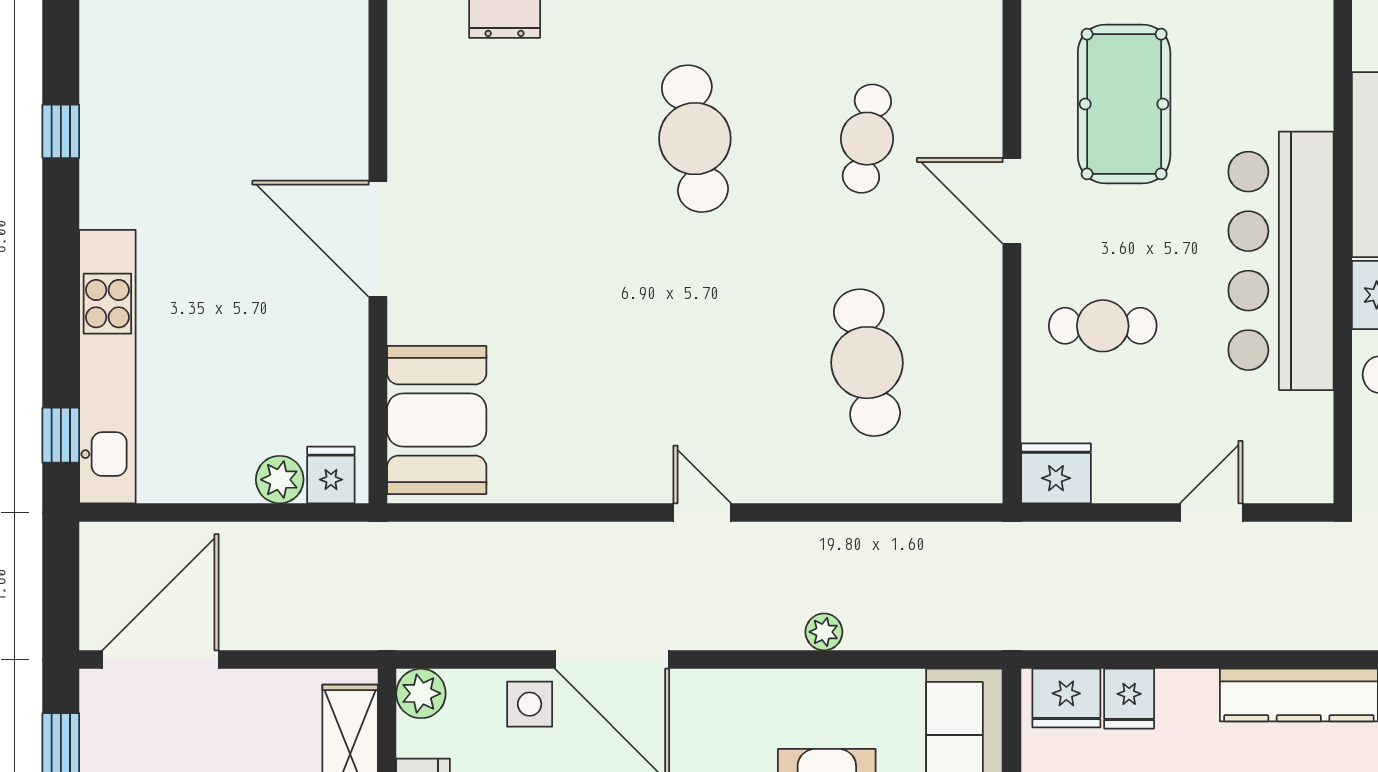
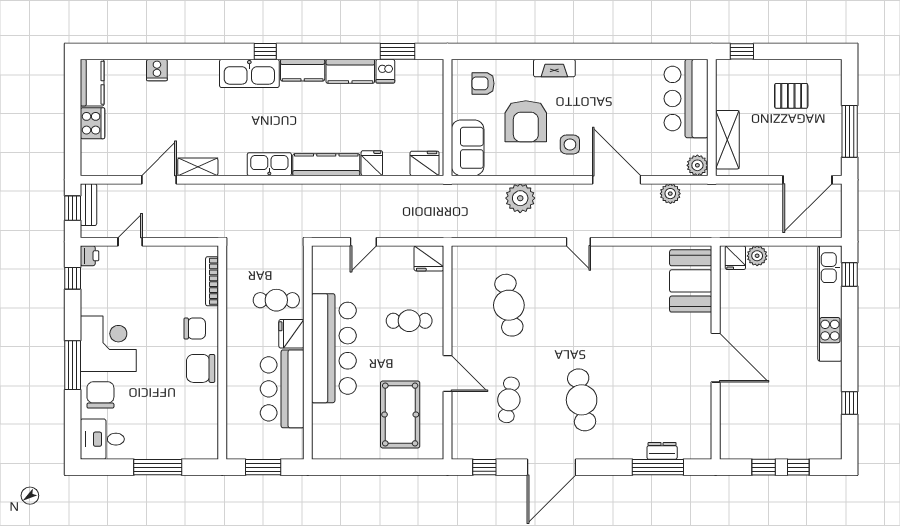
plant: (485, 627) -> (670, 194), added
plant: (824, 632) -> (520, 198), width x1.87, depth x1.87
fridge: (1129, 699) -> (372, 163), moved
side table: (530, 704) -> (570, 144), moved

